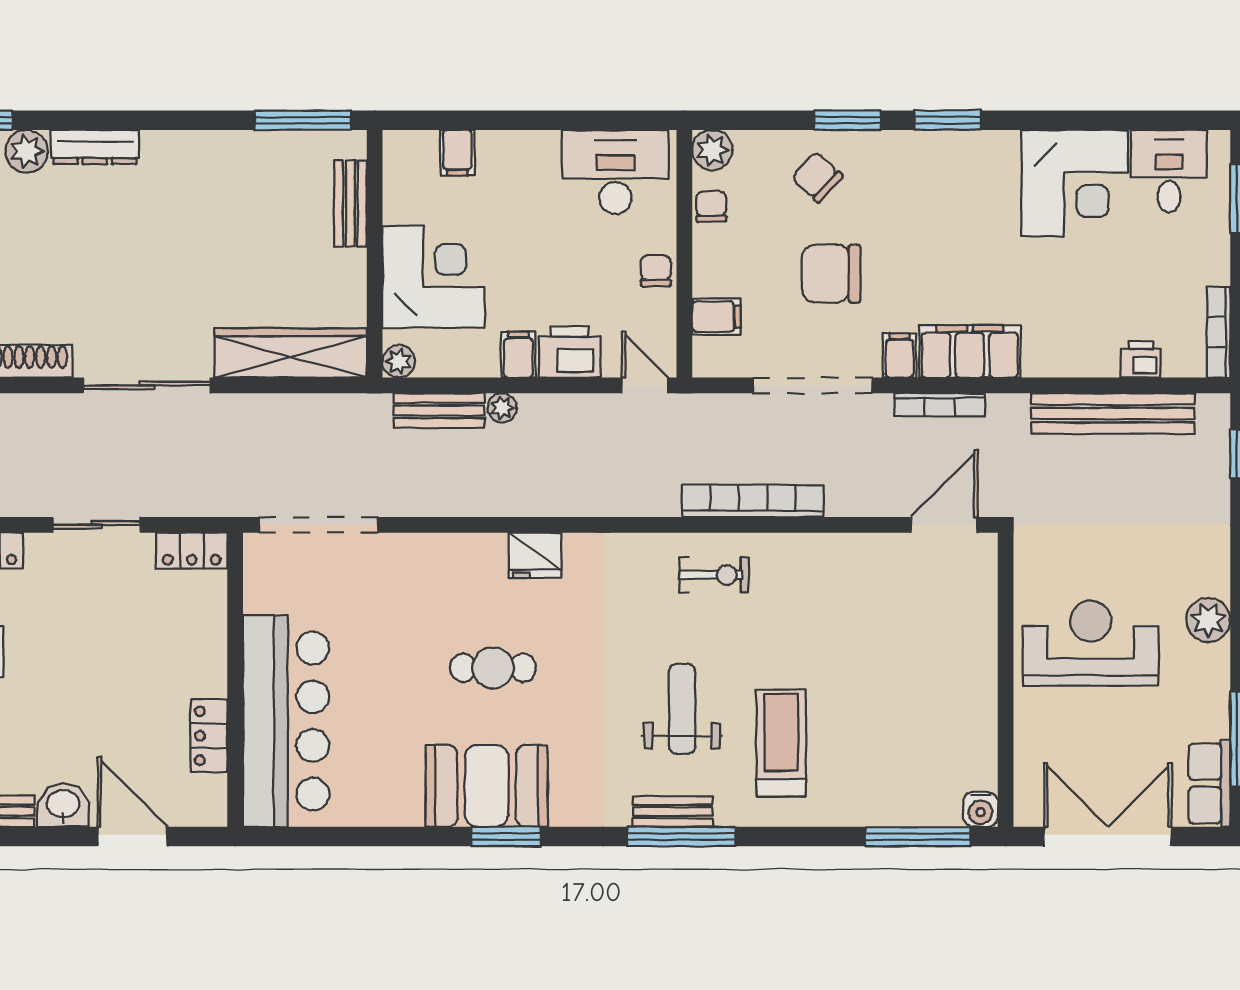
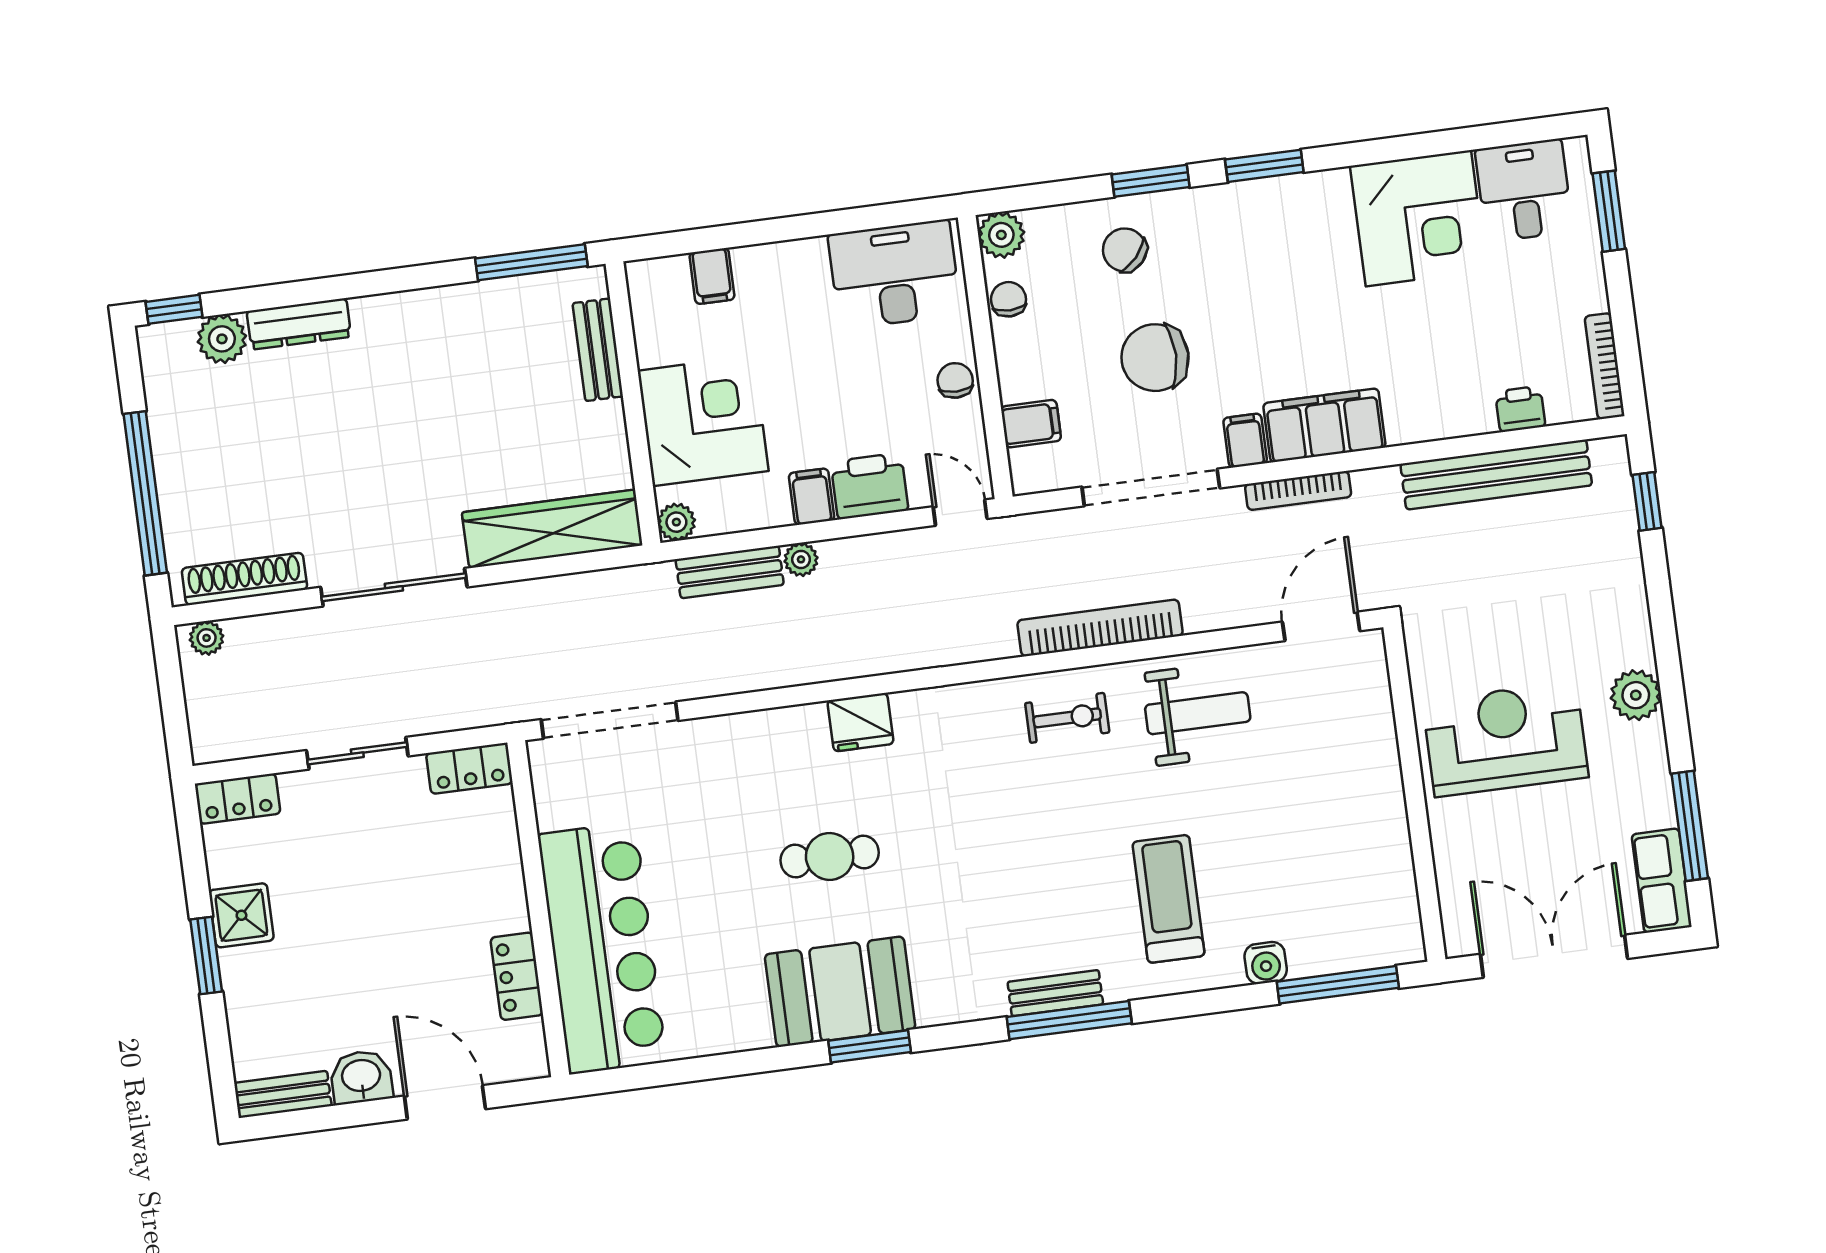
weight bench: (682, 709) -> (1198, 713), moved, turned 90
water cooler: (981, 809) -> (1266, 963), moved

